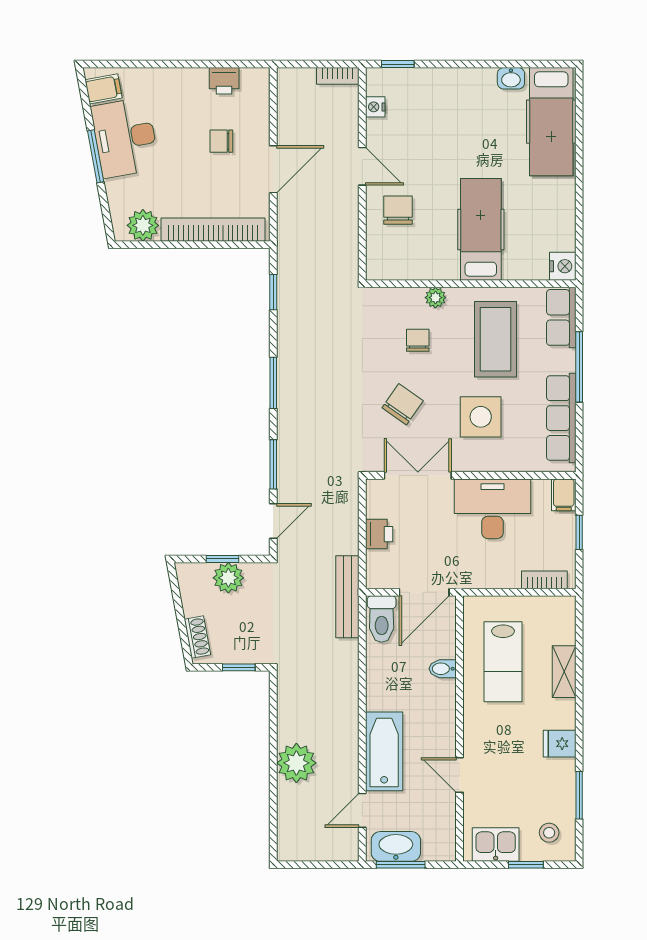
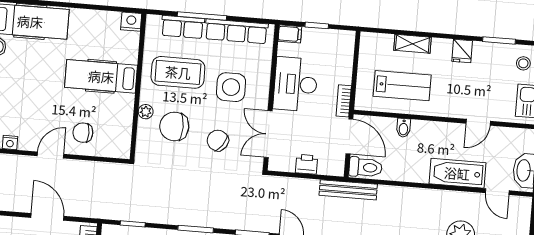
row of seats: (561, 317) -> (183, 27), moved
chair: (418, 340) -> (174, 126), width x1.87, depth x1.87
bookcase: (544, 580) -> (344, 101), moved

